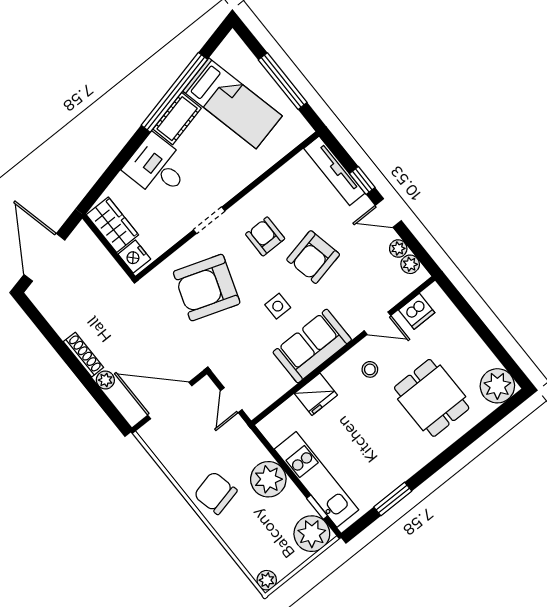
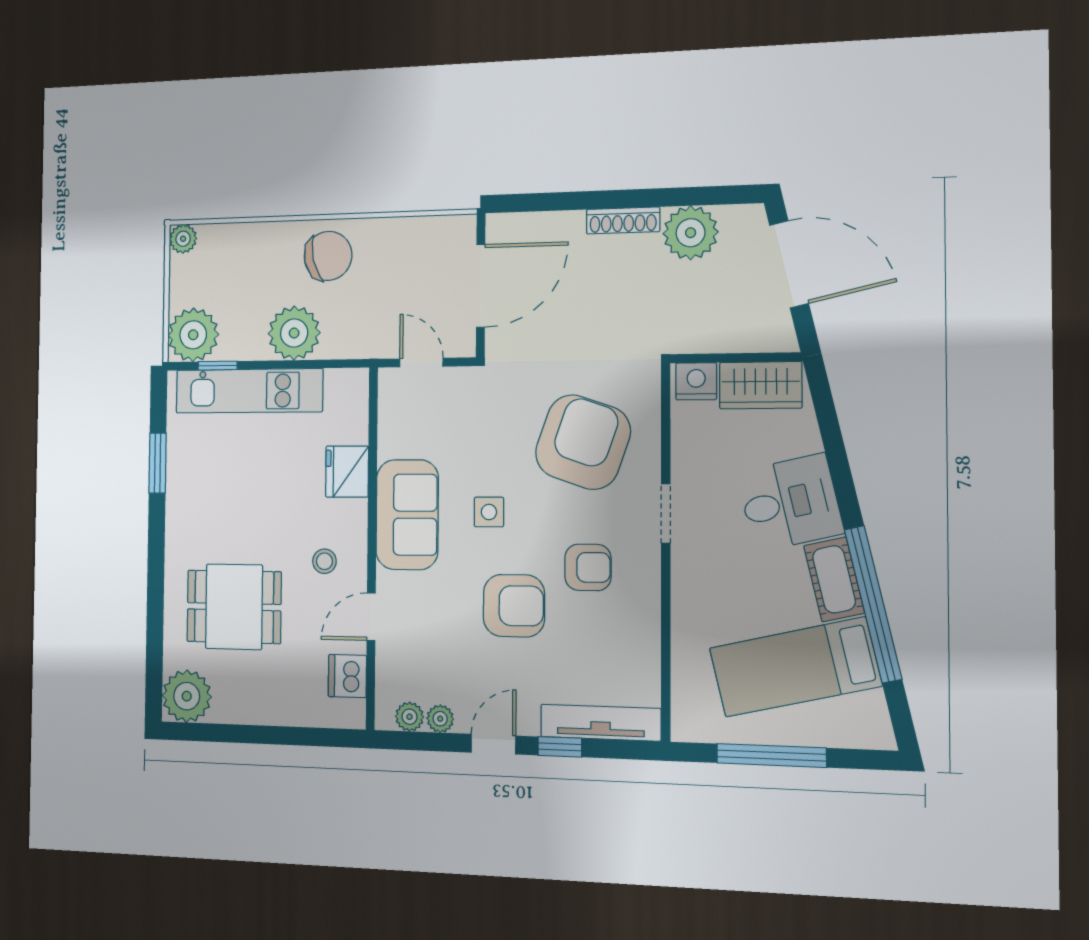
armchair: (313, 257) -> (514, 606), turned 102
plant: (105, 380) -> (691, 233), moved, width x1.88, depth x1.88

